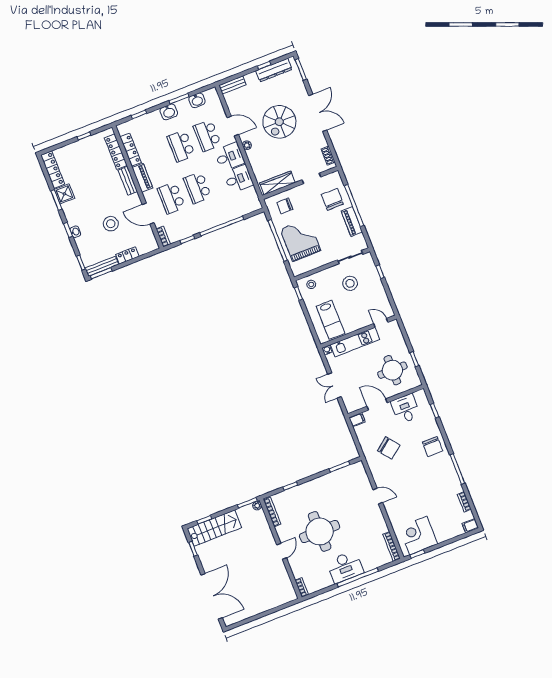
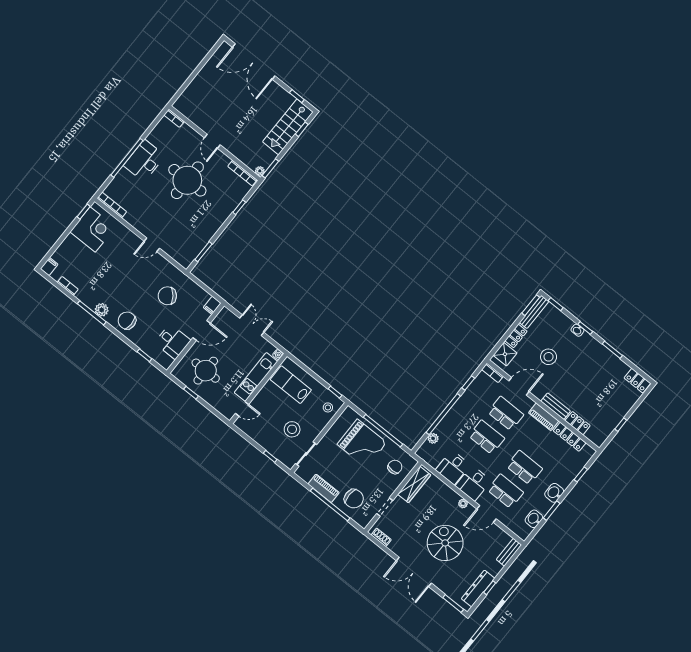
locker: (116, 152) -> (578, 423), width x0.66
locker: (53, 170) -> (637, 381), width x0.66
shower: (64, 194) -> (505, 354), moved
plant: (241, 211) -> (433, 438), added
plant: (448, 467) -> (102, 310), added

